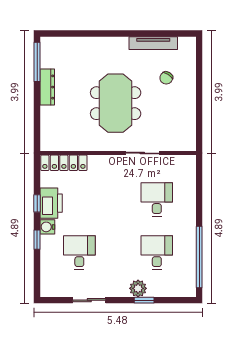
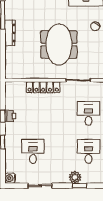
locker: (64, 163) -> (43, 87), moved
printer: (51, 203) -> (10, 116), width x0.53, depth x0.68
water cooler: (47, 227) -> (10, 178), moved

